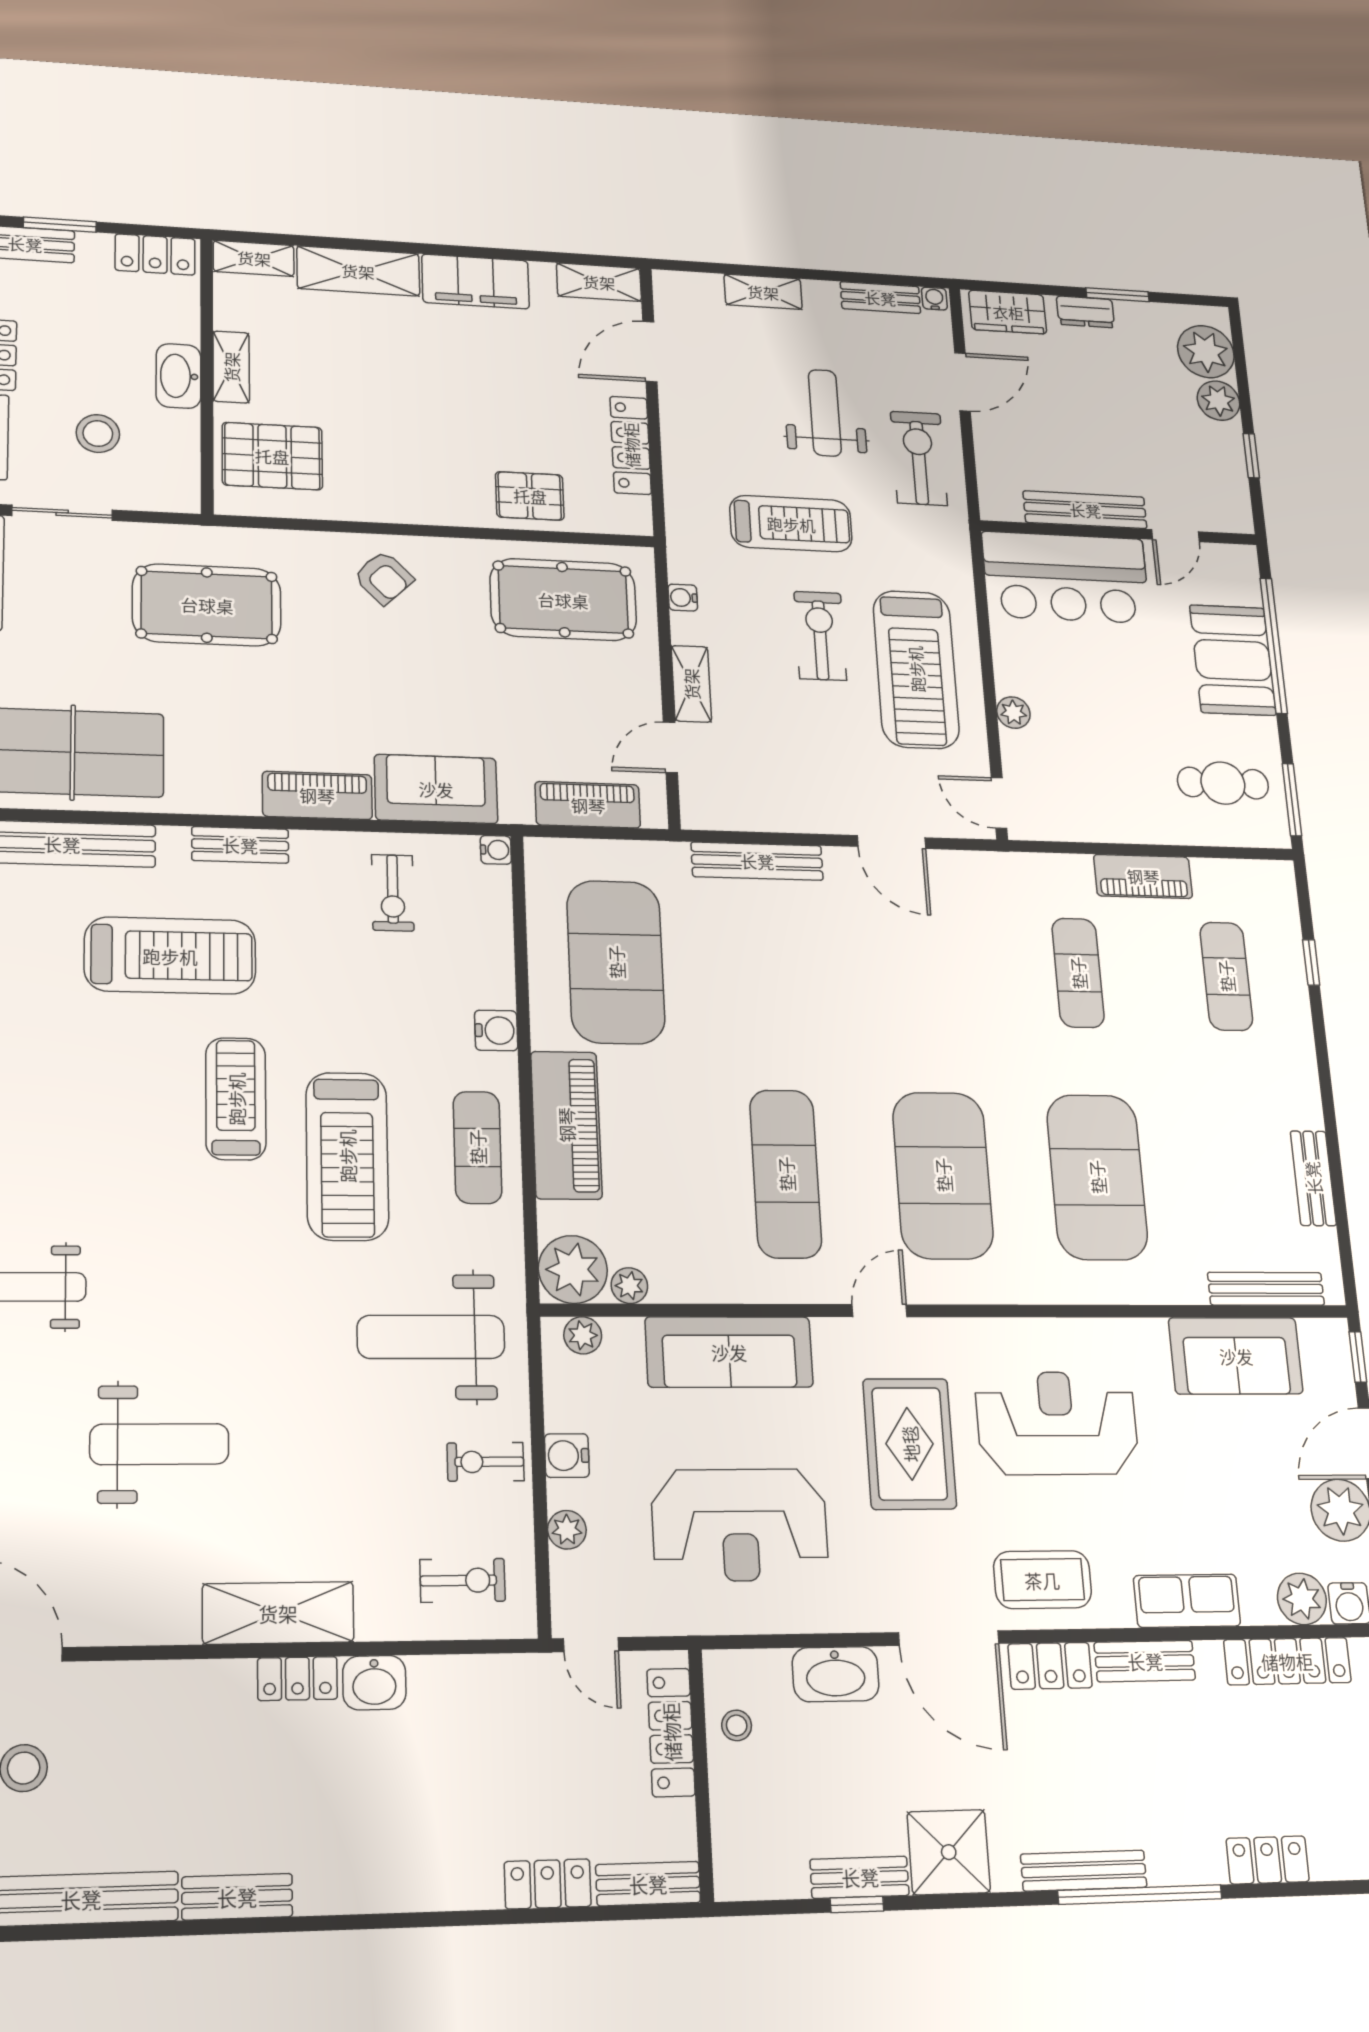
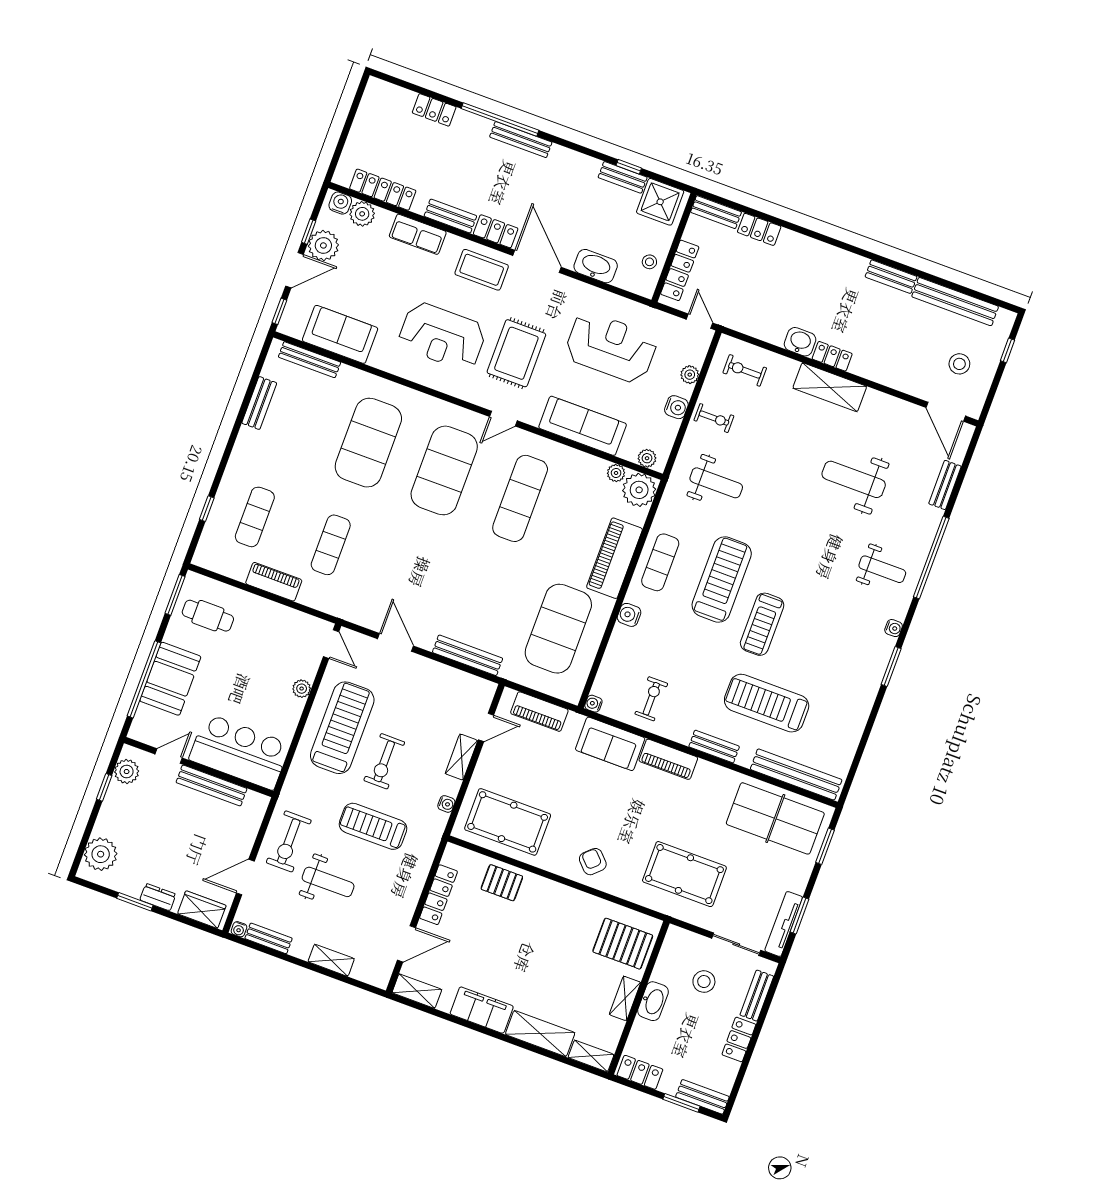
plant: (1218, 401) -> (127, 772), moved
weight bench: (825, 413) -> (328, 882), turned -90
weight bench: (431, 1337) -> (716, 483), width x0.73, depth x0.75
shower: (949, 1852) -> (660, 202), moved

